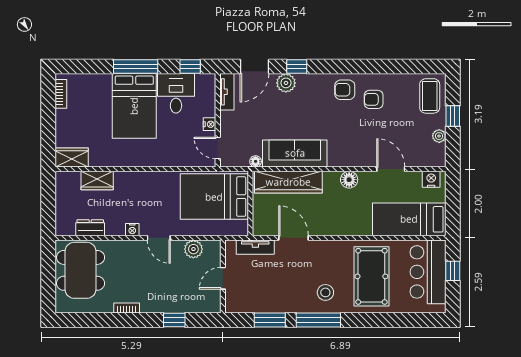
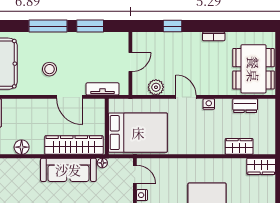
stool: (325, 292) -> (50, 69), moved

